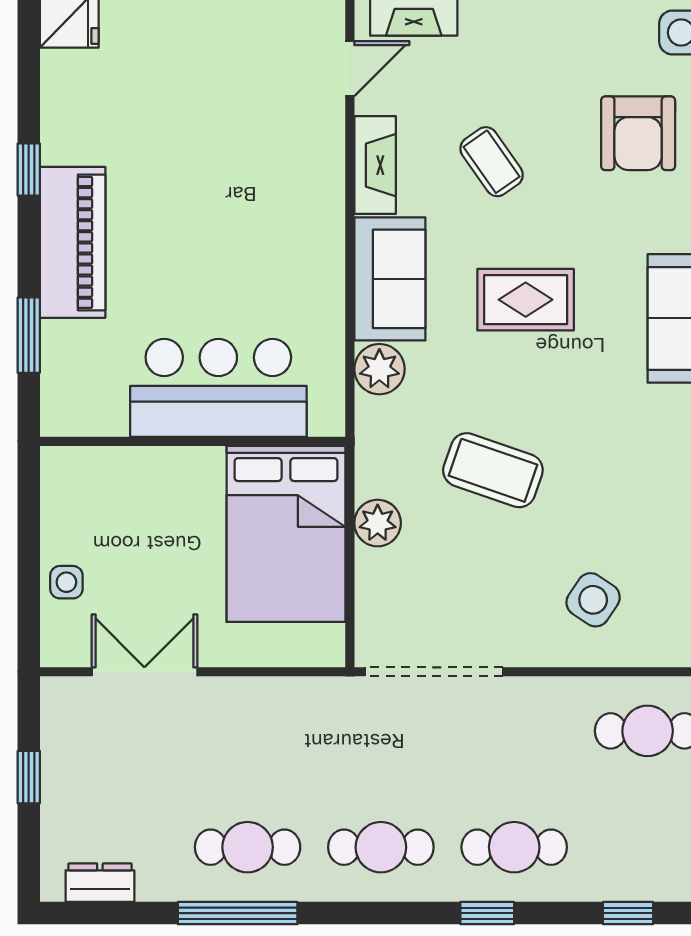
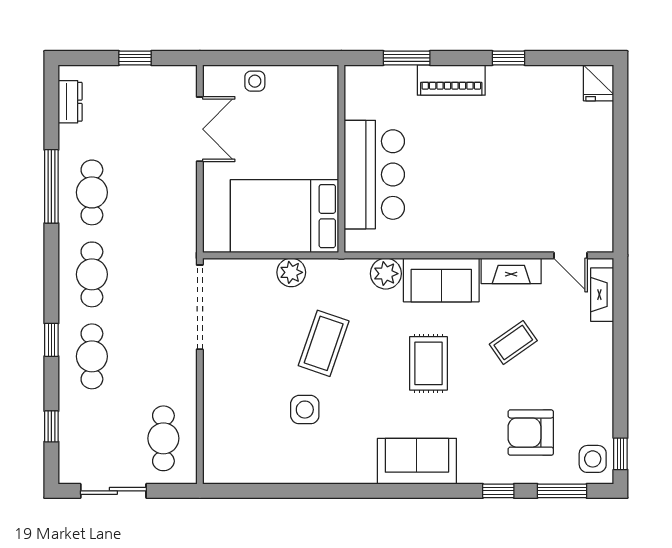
piano: (73, 242) -> (451, 80), width x0.73, depth x0.75
side table: (593, 600) -> (305, 410), moved, turned -34

